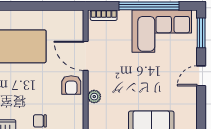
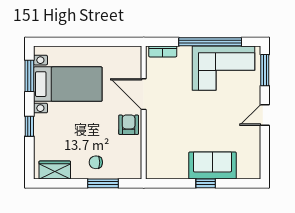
armchair: (71, 85) -> (129, 125), turned 180
plant: (94, 97) -> (153, 137), removed

